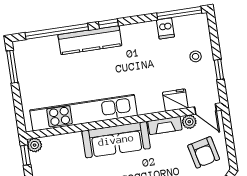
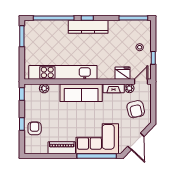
dishwasher: (165, 28) -> (123, 27), removed
kitchen counter: (90, 40) -> (88, 27), moved
door: (206, 109) -> (141, 82), swing flipped
plant: (35, 145) -> (44, 88), moved

